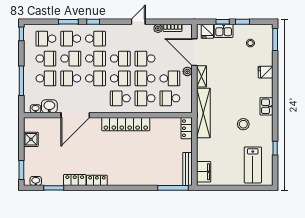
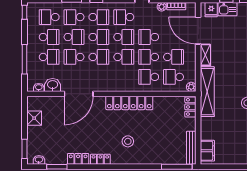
plant: (187, 71) -> (191, 87), moved
school desk: (120, 98) -> (124, 17), moved
stool: (124, 162) -> (128, 141), added

